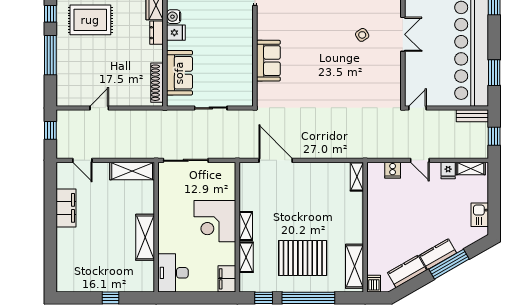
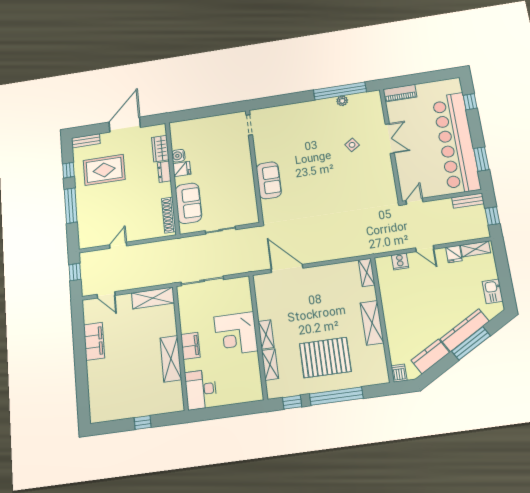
kitchen counter: (438, 254) -> (465, 330), width x1.50
shelving: (355, 266) -> (372, 323), moved
filing cabinet: (227, 279) -> (190, 346), moved, turned 180

